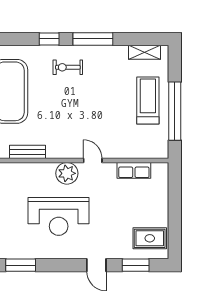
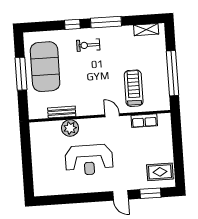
treadmill: (148, 101) -> (134, 88), moved
plant: (67, 173) -> (70, 128), moved
window: (21, 265) -> (62, 199), removed

